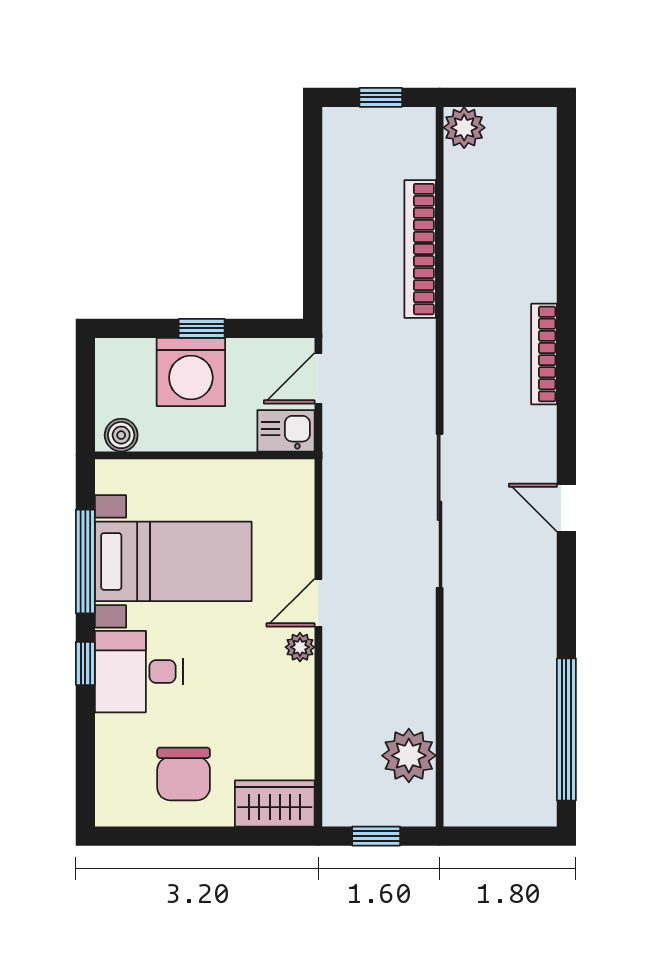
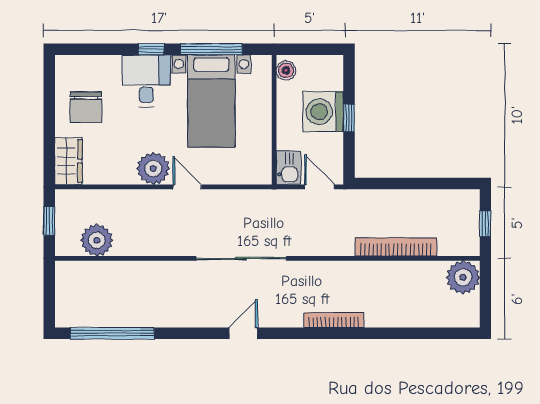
plant: (464, 128) -> (463, 277), width x1.36, depth x1.36
plant: (300, 647) -> (153, 168), width x1.87, depth x1.87
chair: (184, 774) -> (86, 107), turned -90

